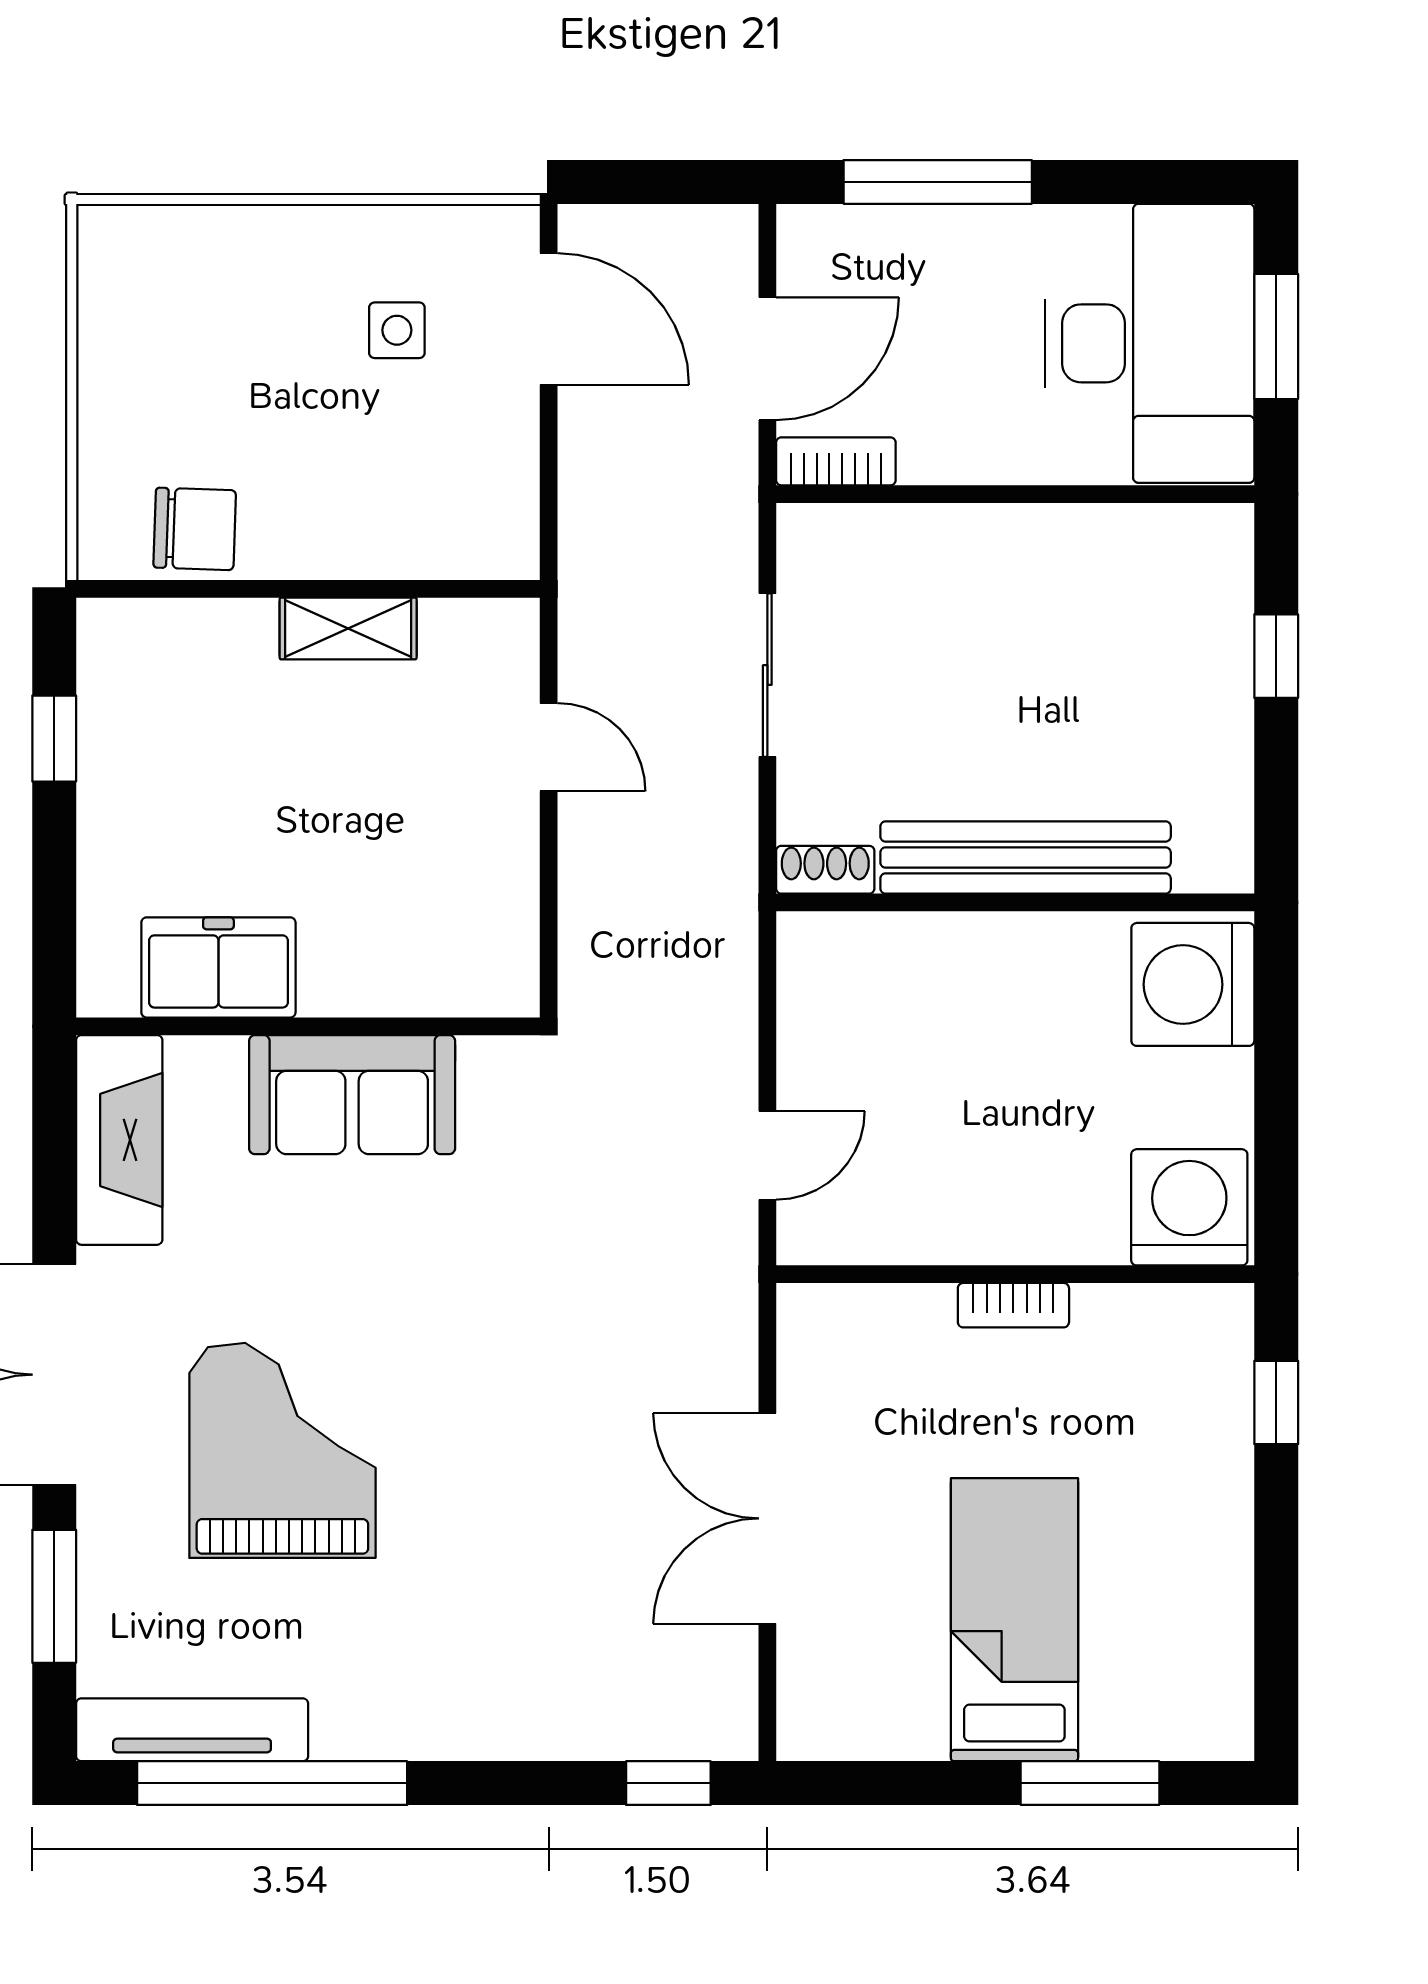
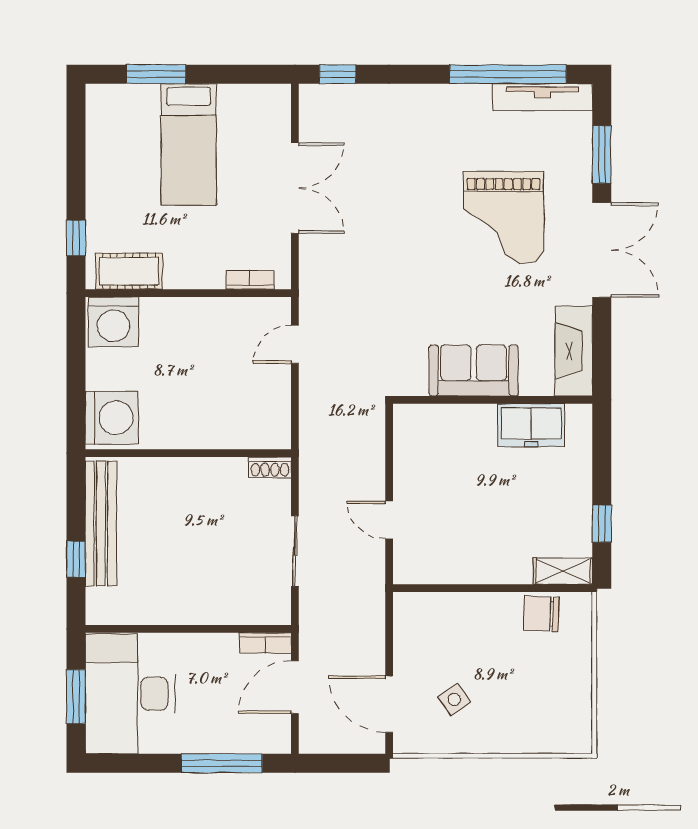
side table: (397, 330) -> (454, 699), turned -35
shelving: (348, 628) -> (563, 571), moved
bench: (1026, 857) -> (101, 524), moved, turned 90
bookcase: (1013, 1305) -> (250, 280), moved
cot: (1153, 1325) -> (129, 271), added

